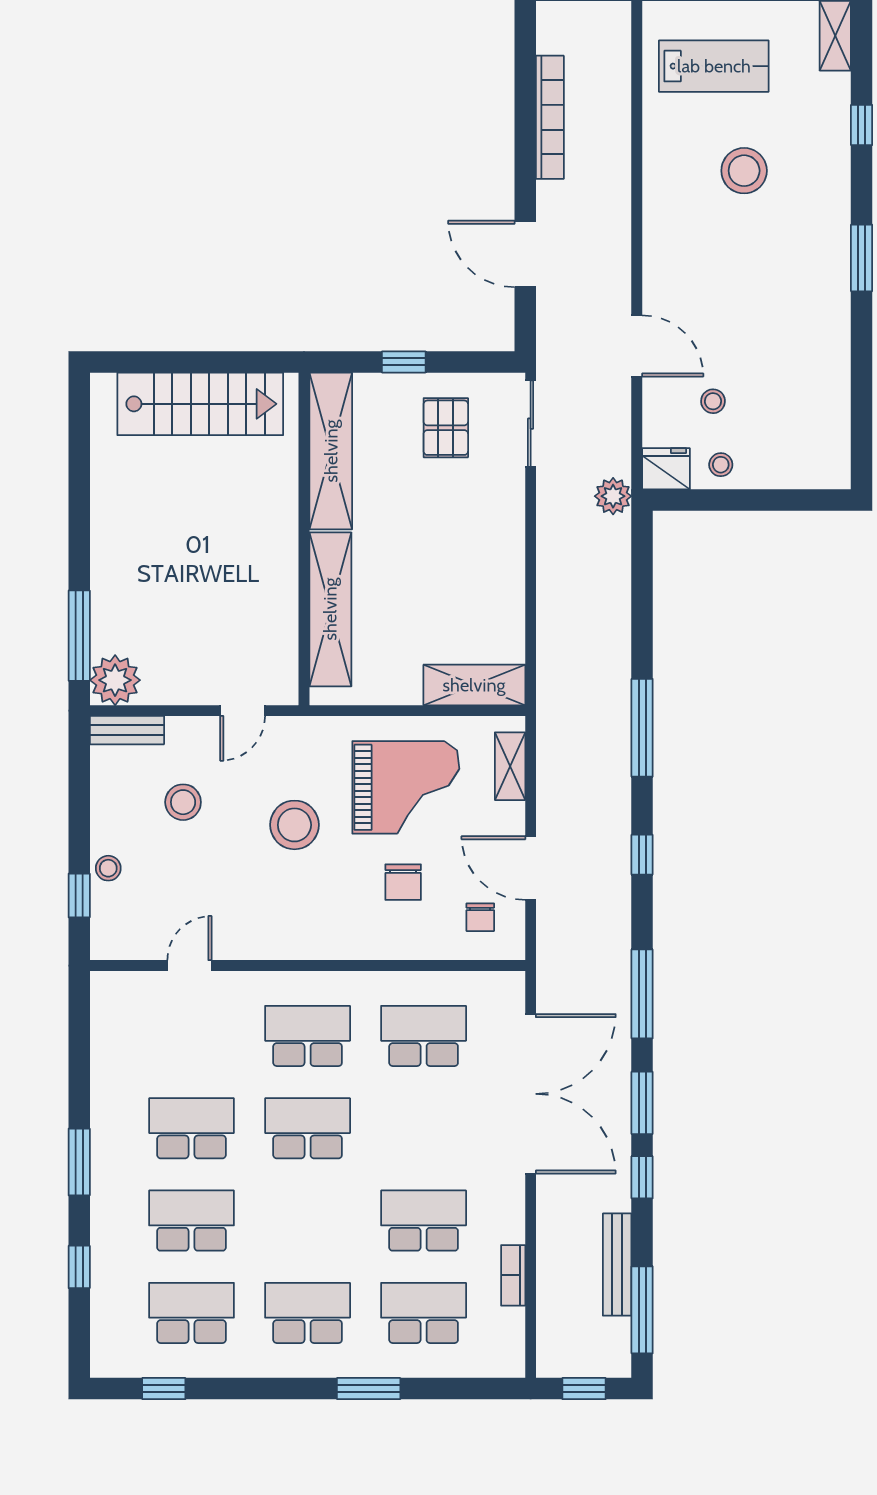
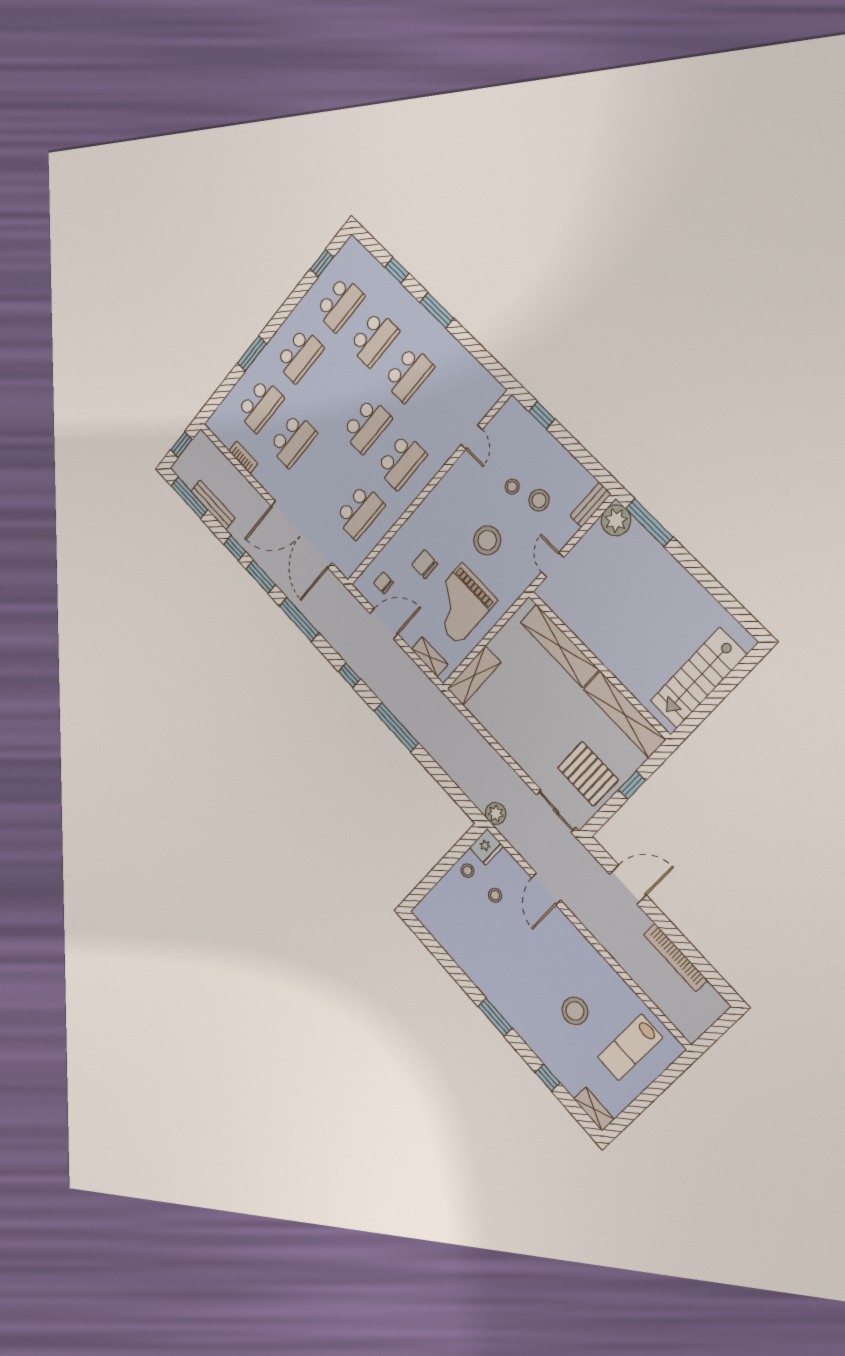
door: (637, 346) -> (546, 889), hinge flipped
pallet: (446, 428) -> (588, 774), width x1.50, depth x1.42
stool: (108, 868) -> (512, 487), moved

